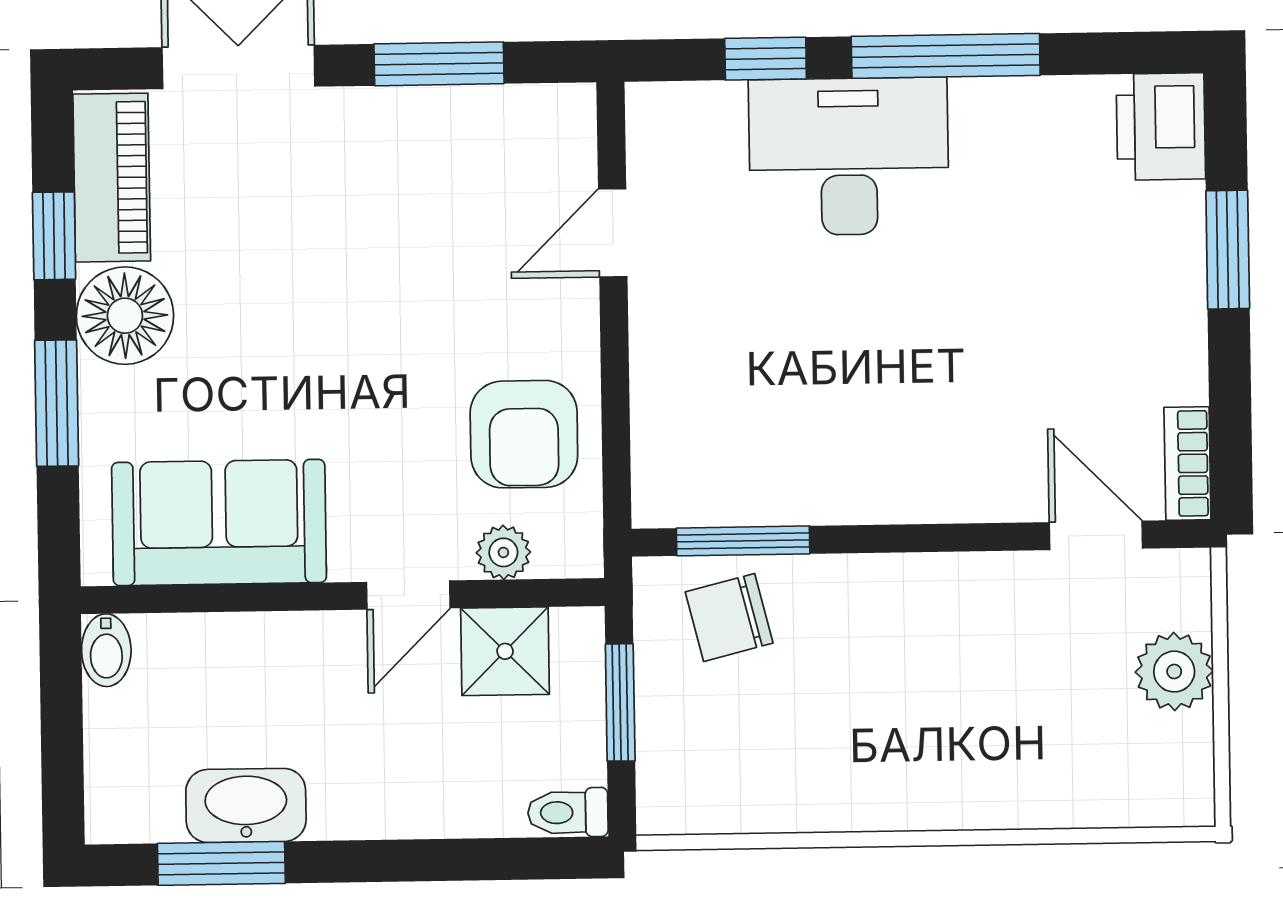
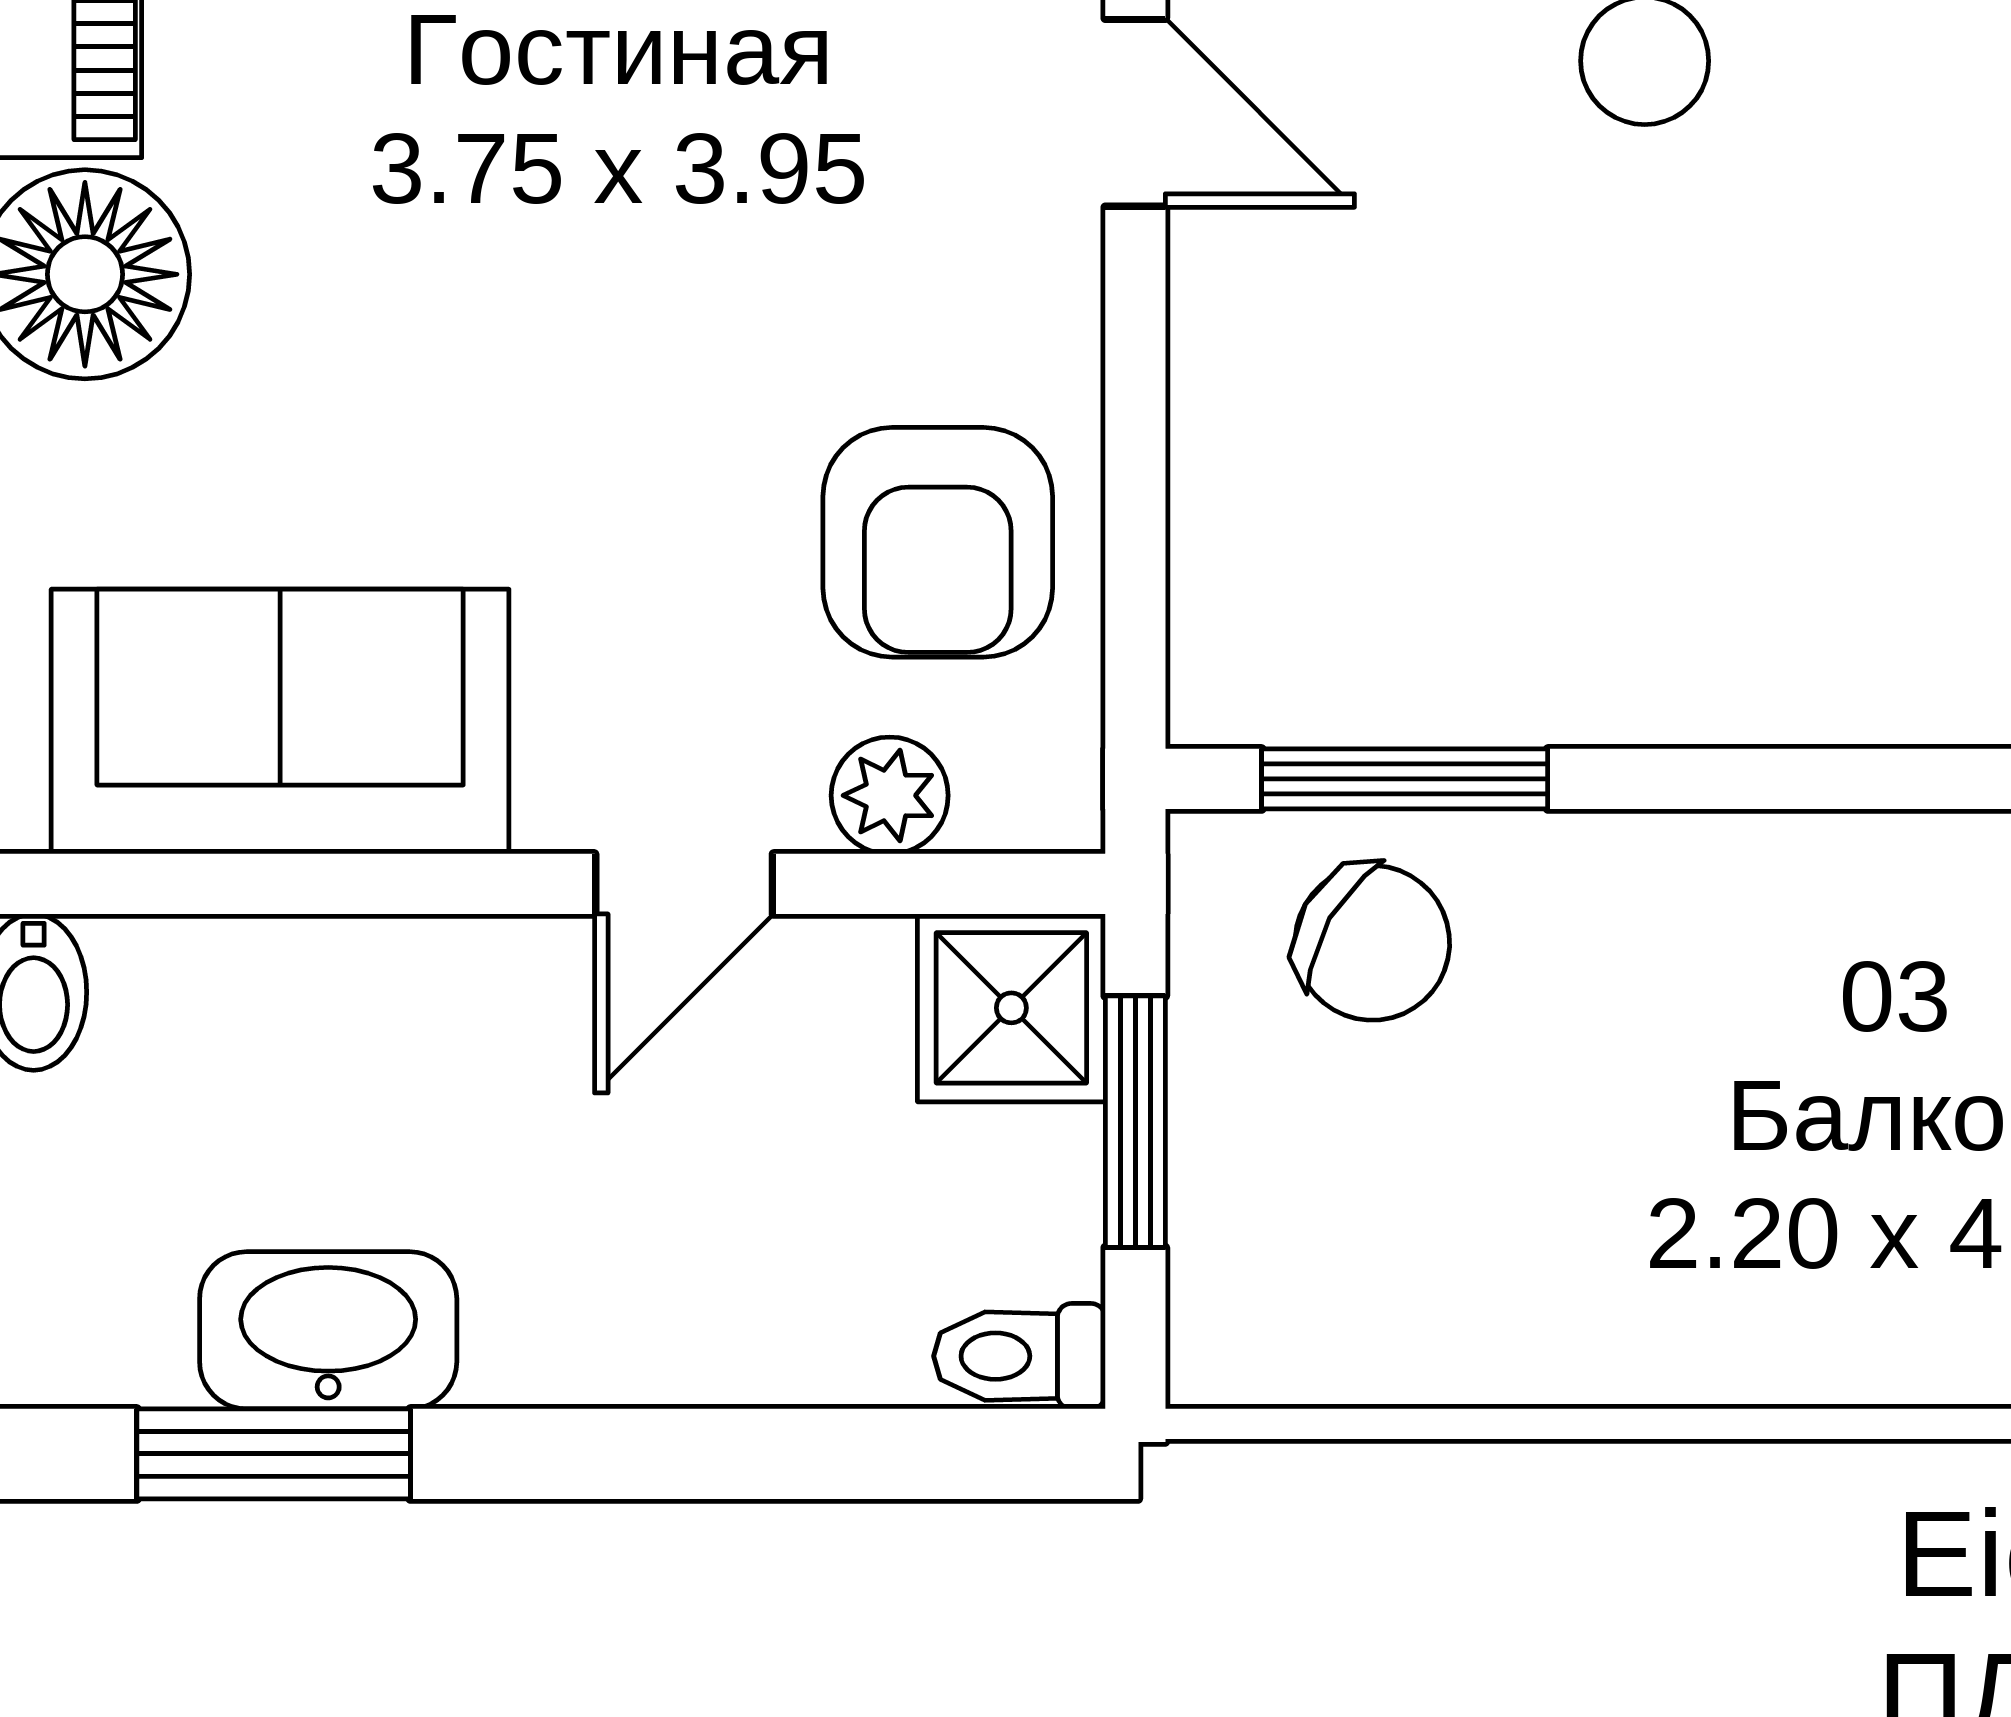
door: (613, 233) -> (1135, 113), swing flipped
chair: (729, 617) -> (1372, 943), turned -136
shower: (505, 651) -> (1011, 1008), moved

